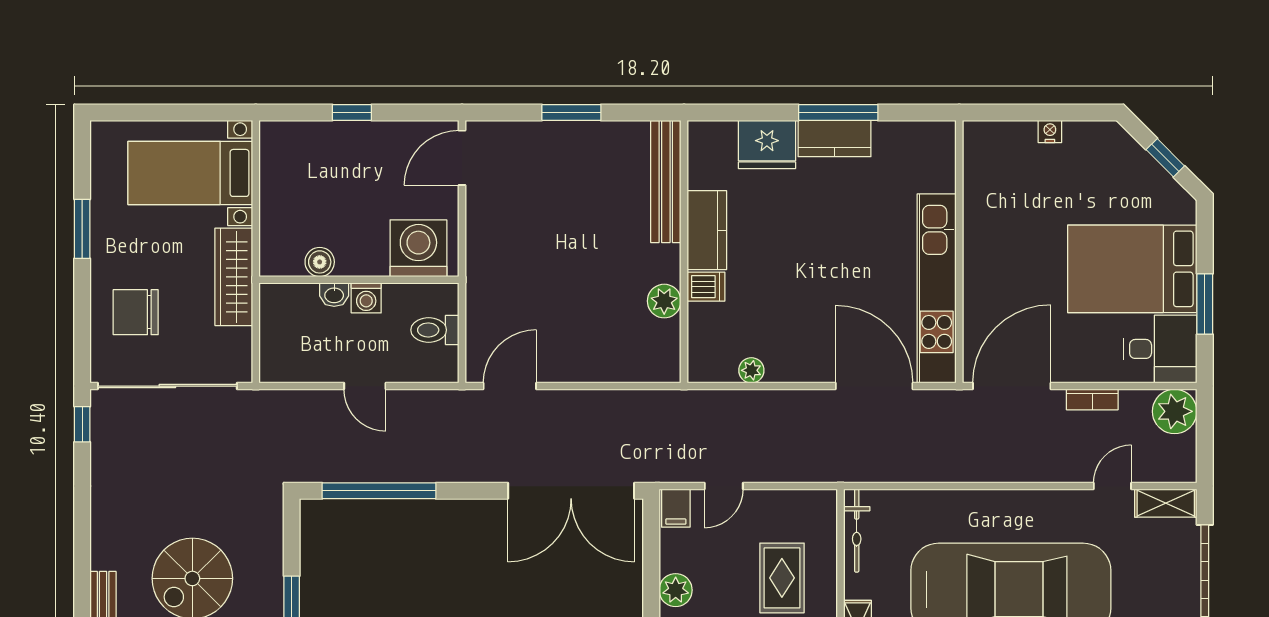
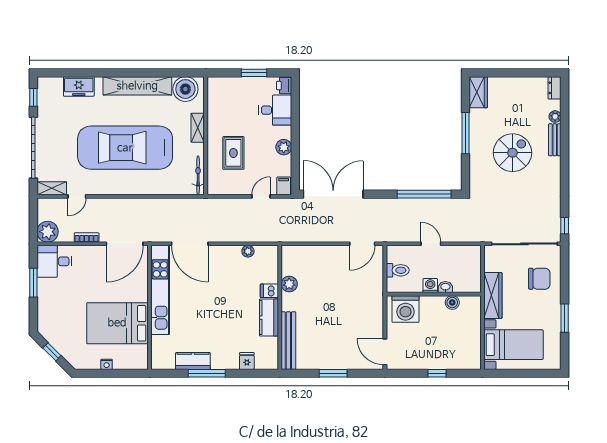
kitchen counter: (835, 138) -> (193, 361), moved
fridge: (767, 144) -> (247, 361), width x0.53, depth x0.75
door: (462, 158) -> (385, 352), swing flipped
bed: (1132, 269) -> (117, 323), moved, turned 180

